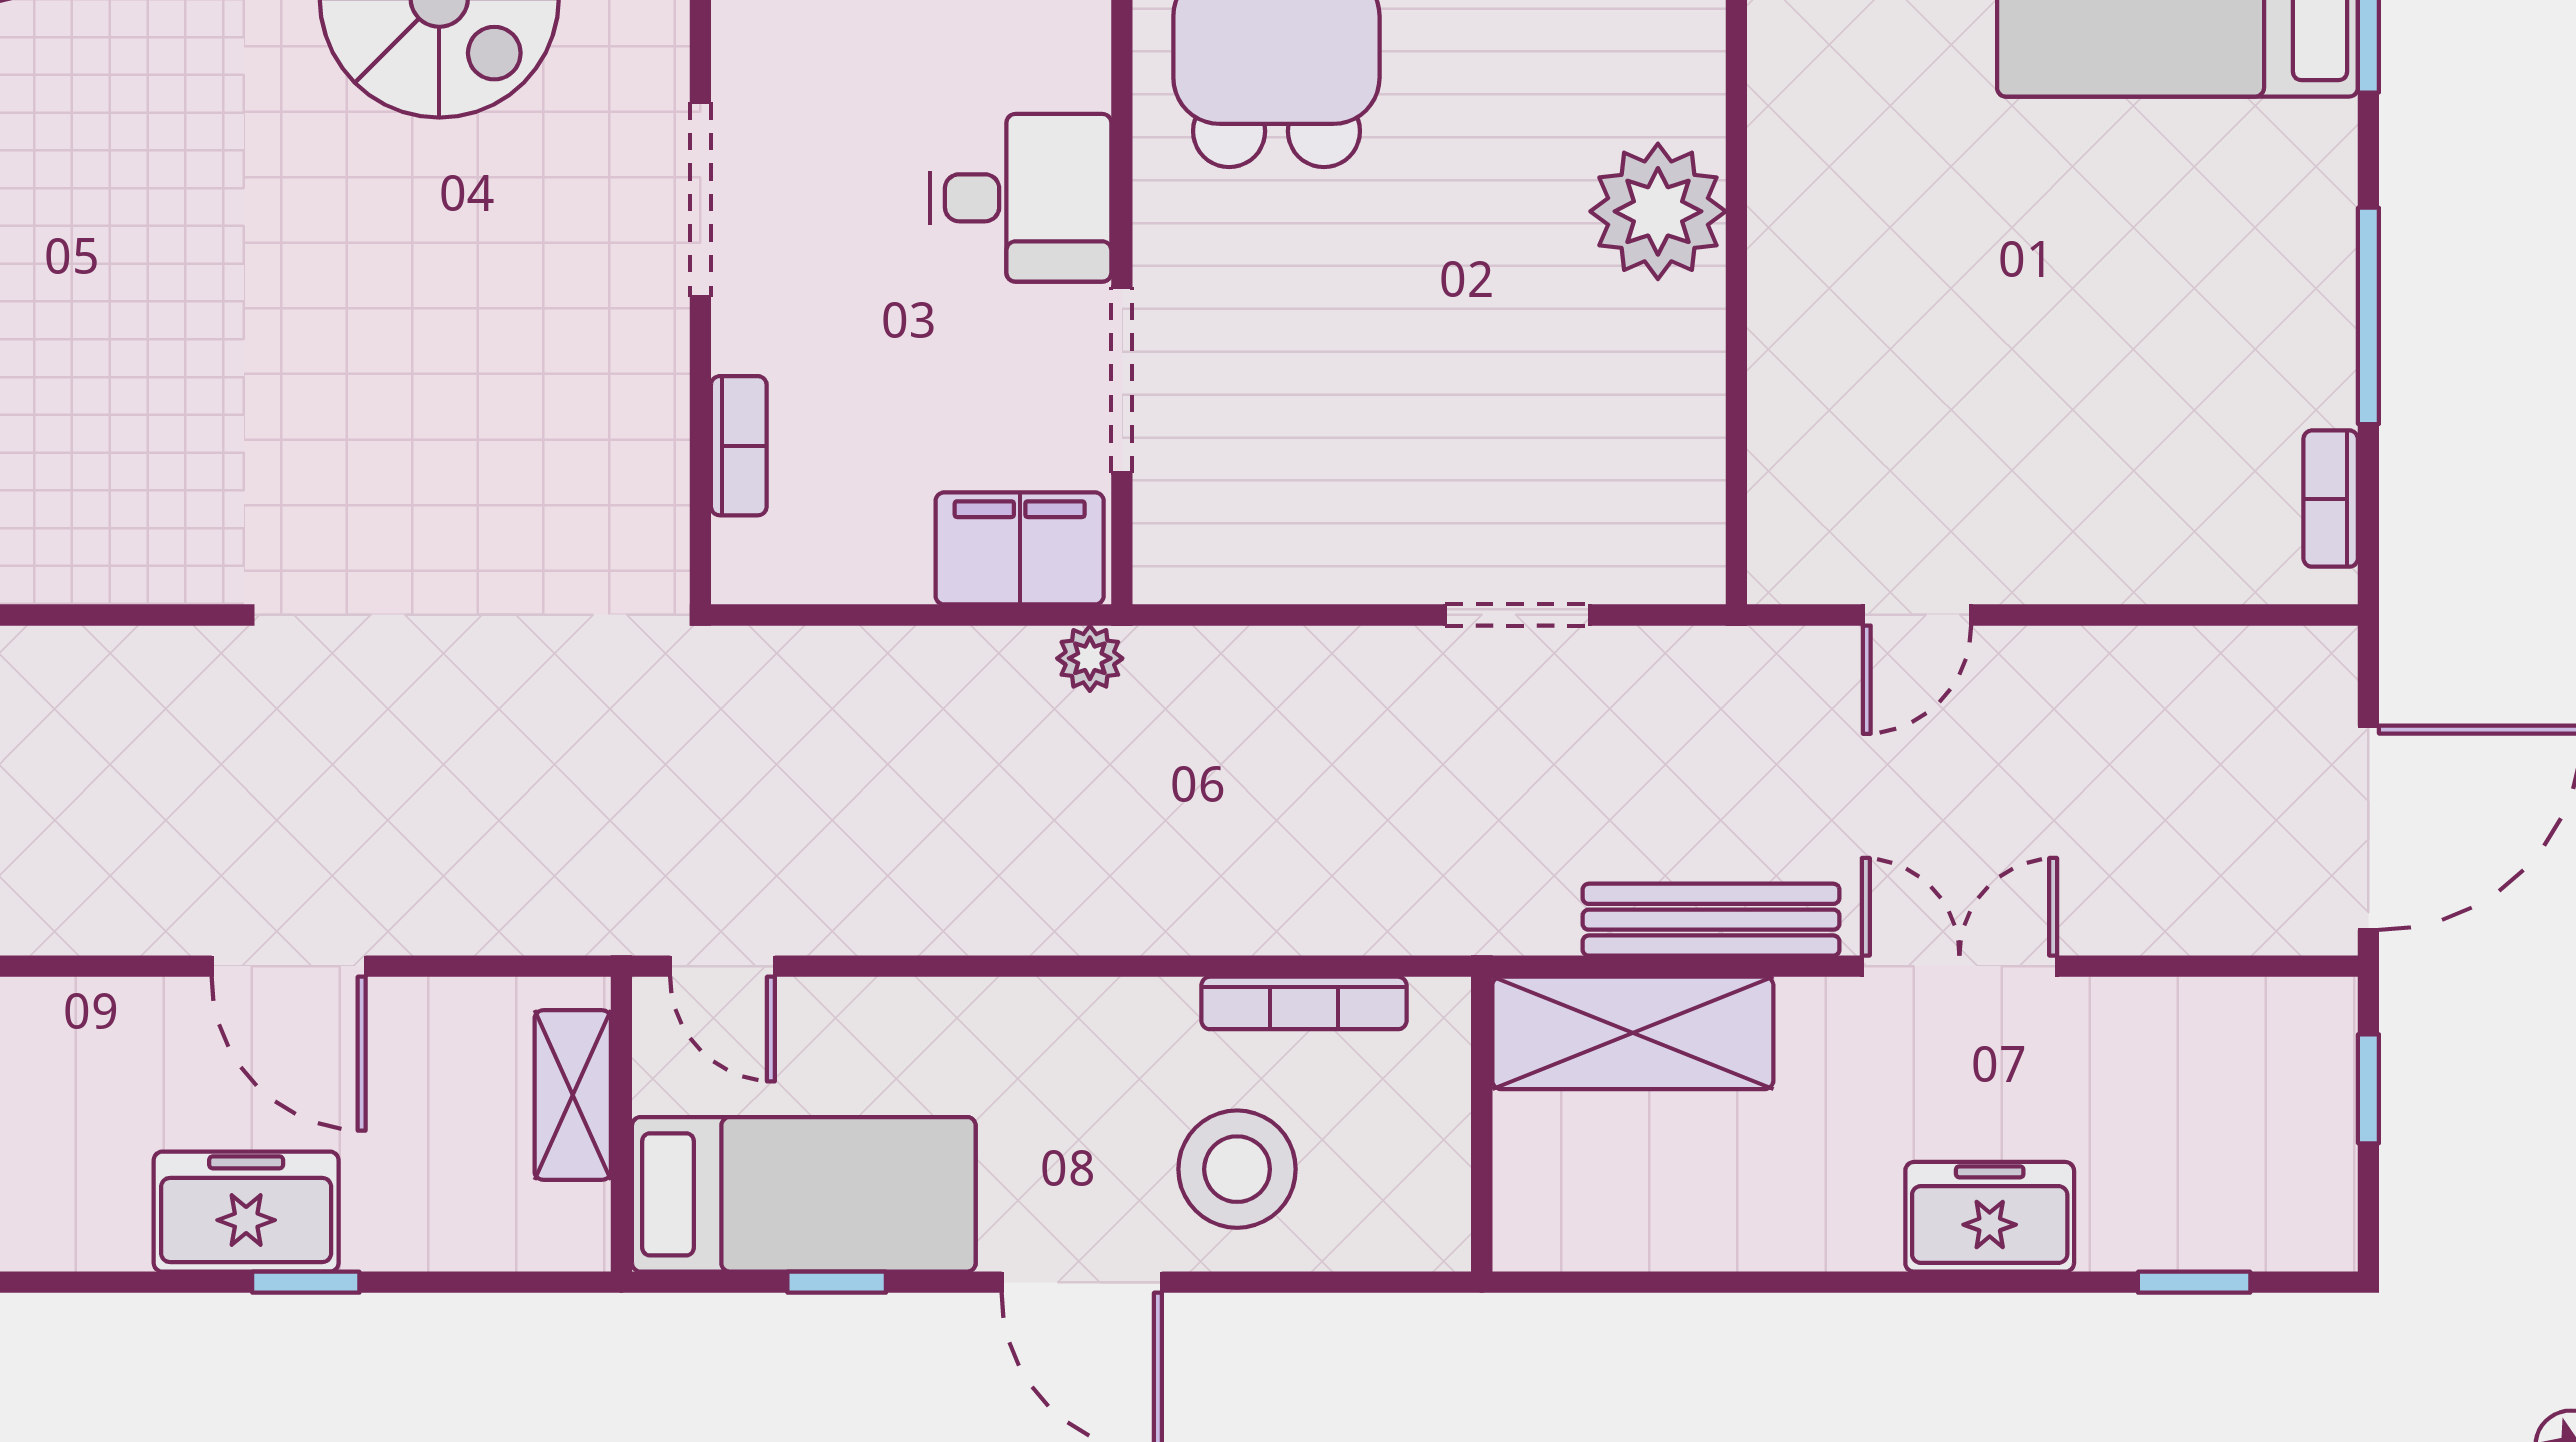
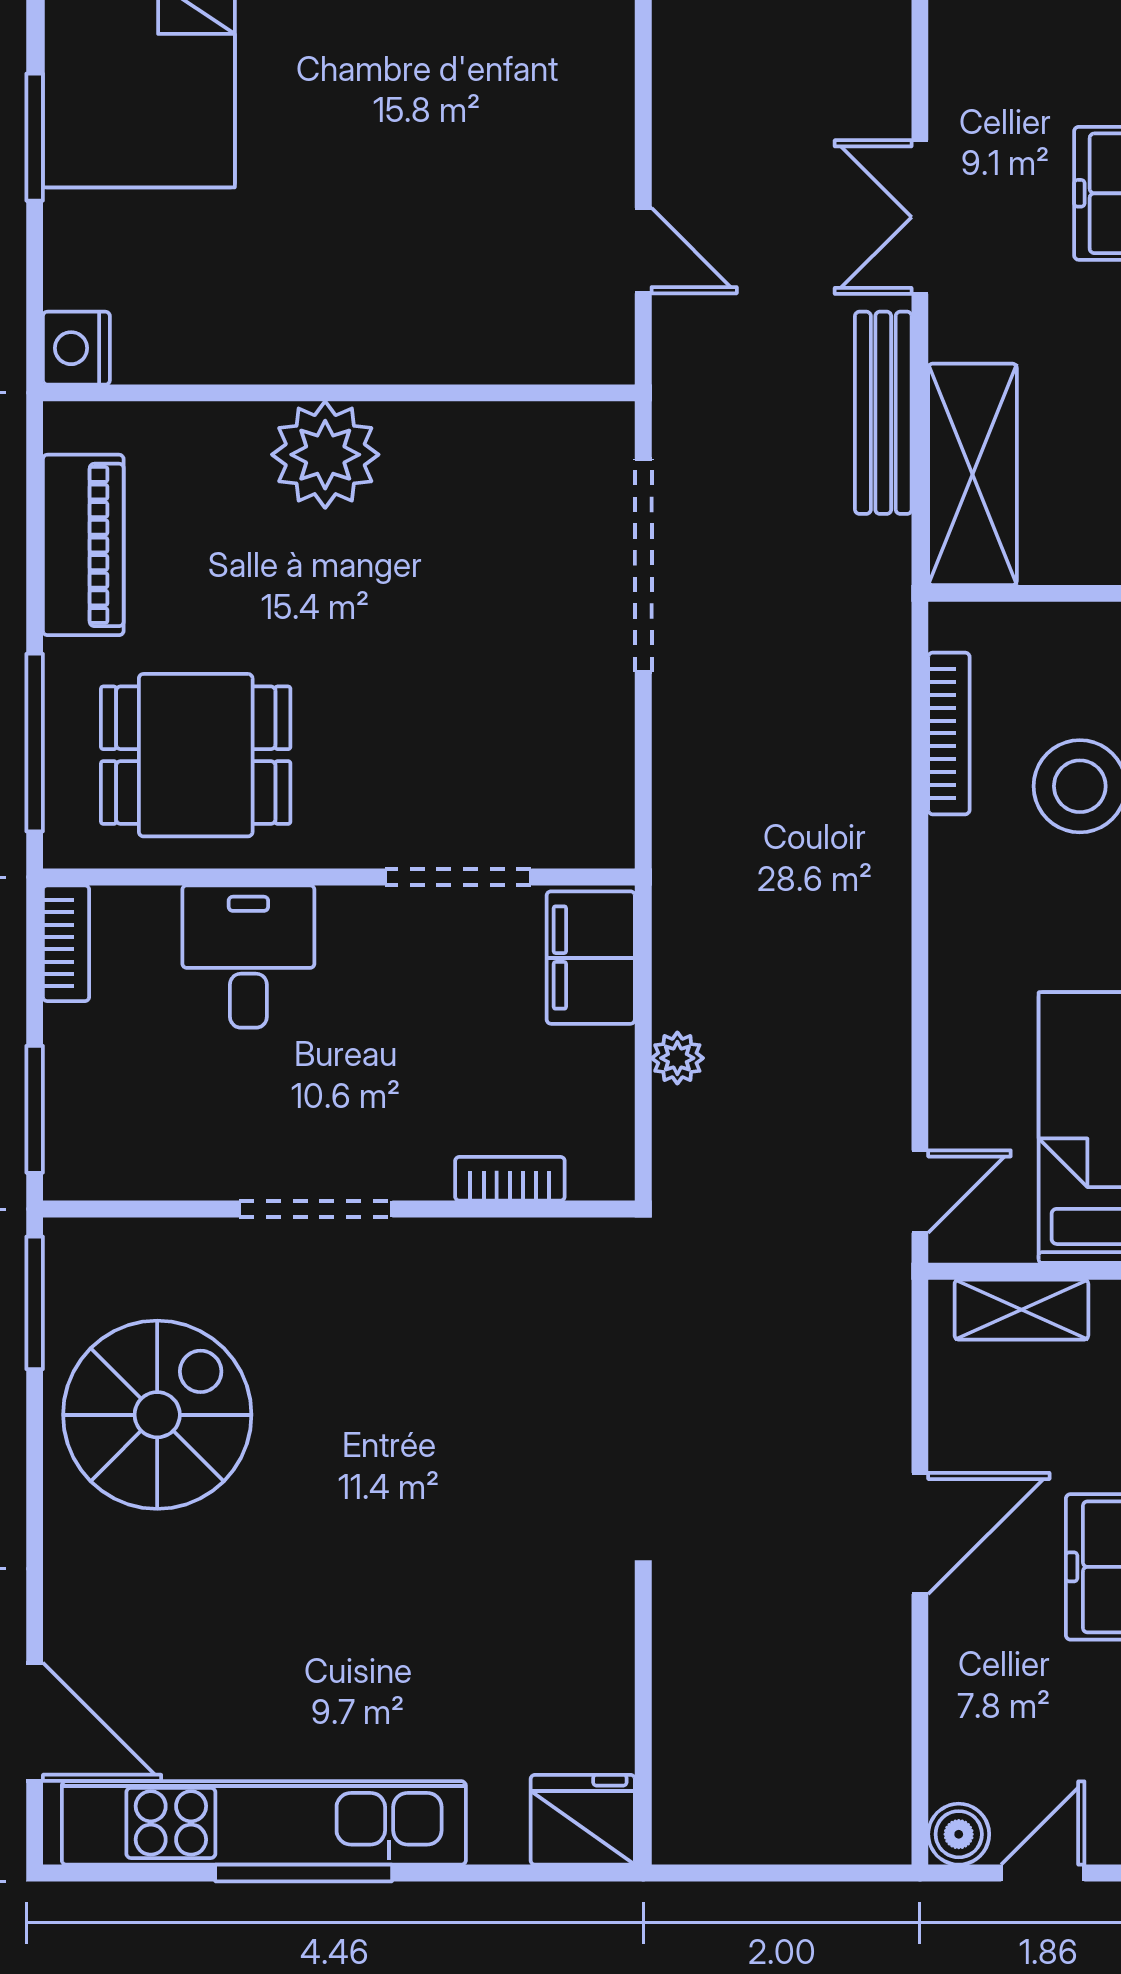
desk: (1021, 198) -> (248, 957), moved
doorway: (1517, 615) -> (643, 565), width x1.87
plant: (1090, 658) -> (677, 1058), moved

